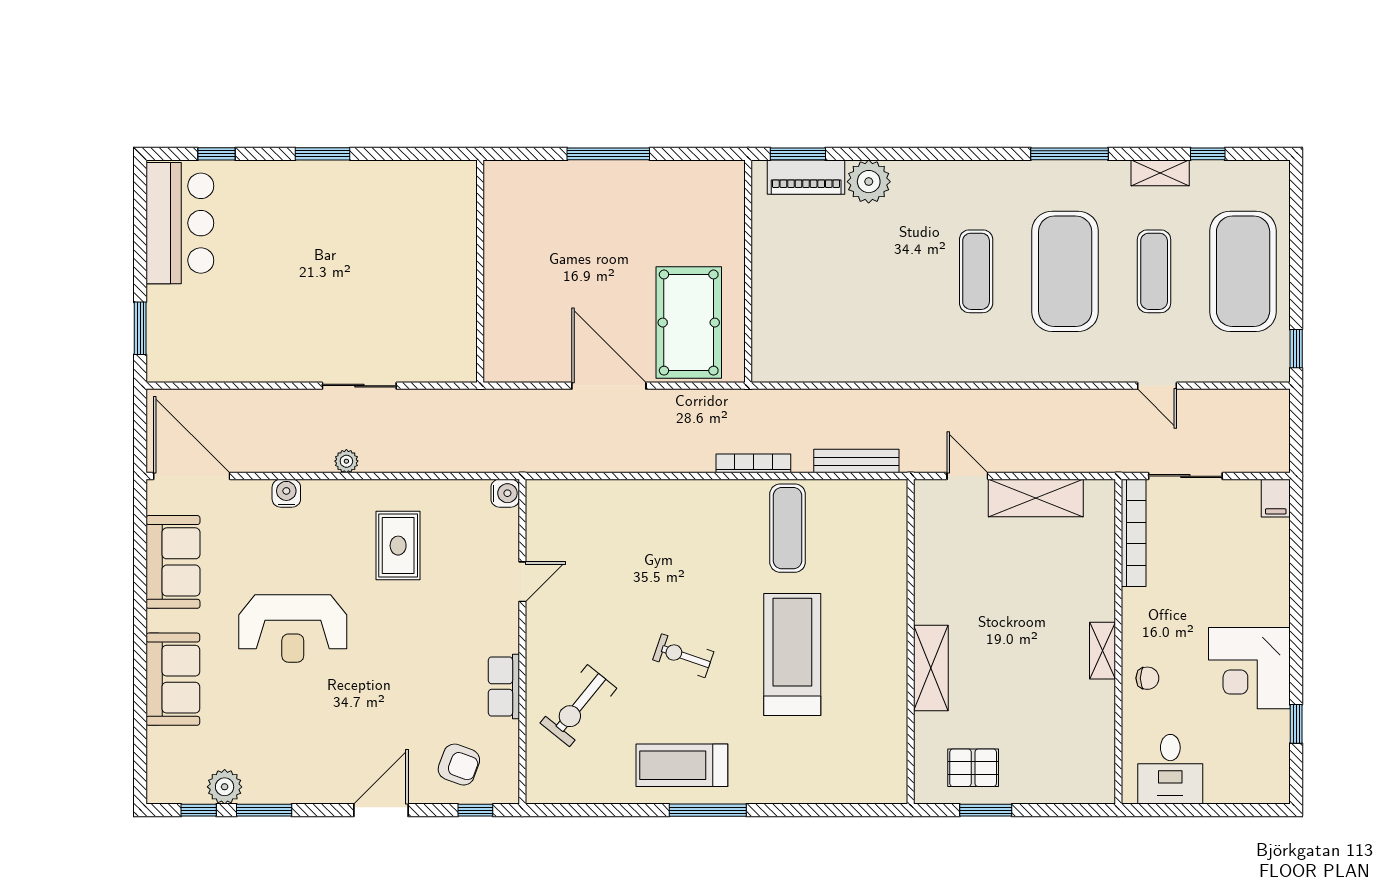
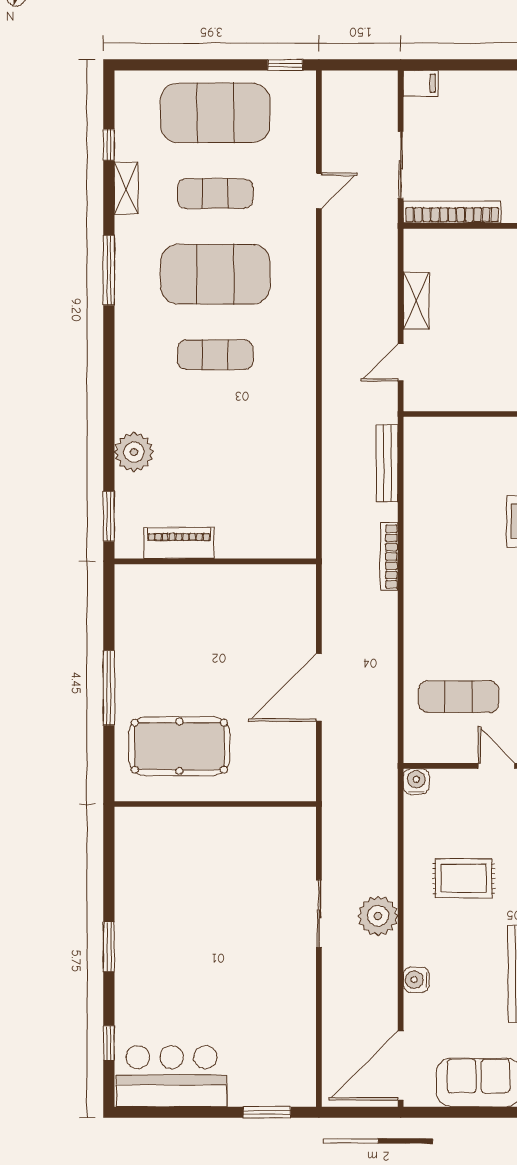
piano: (806, 177) -> (179, 543), moved, turned -90
pool table: (689, 323) -> (179, 746), moved
plant: (346, 461) -> (378, 916), width x1.88, depth x1.88
shelving: (1036, 498) -> (416, 301), width x0.67, depth x0.75
exercise mat: (788, 528) -> (459, 697), moved

